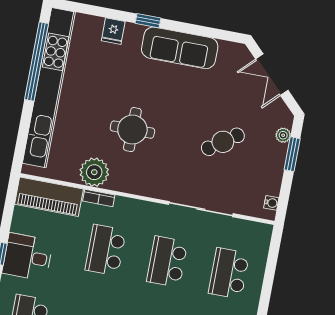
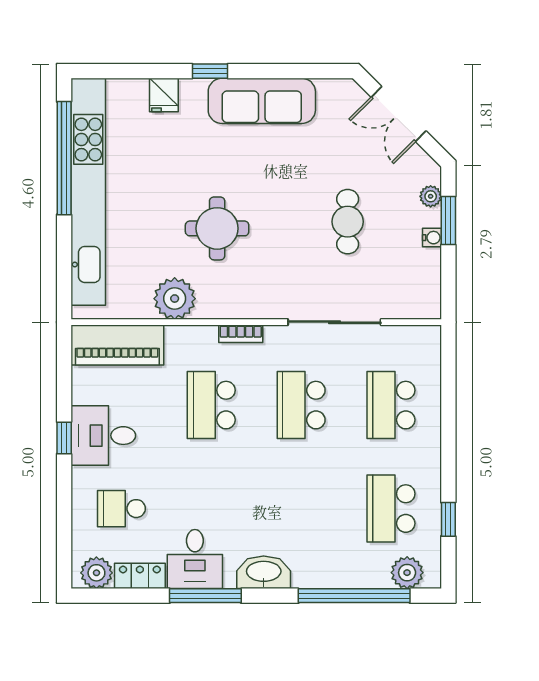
cafe table: (223, 142) -> (348, 222), turned -55
bookcase: (99, 198) -> (241, 334), moved
water cooler: (271, 203) -> (432, 238), moved

